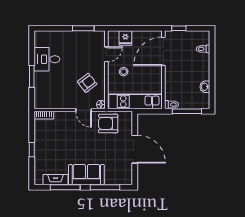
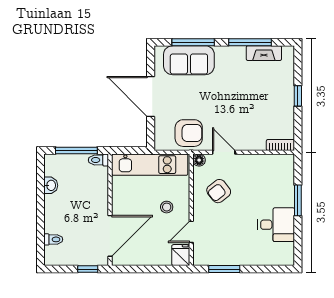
fridge: (125, 38) -> (181, 255), moved
sofa: (86, 175) -> (189, 60), moved

